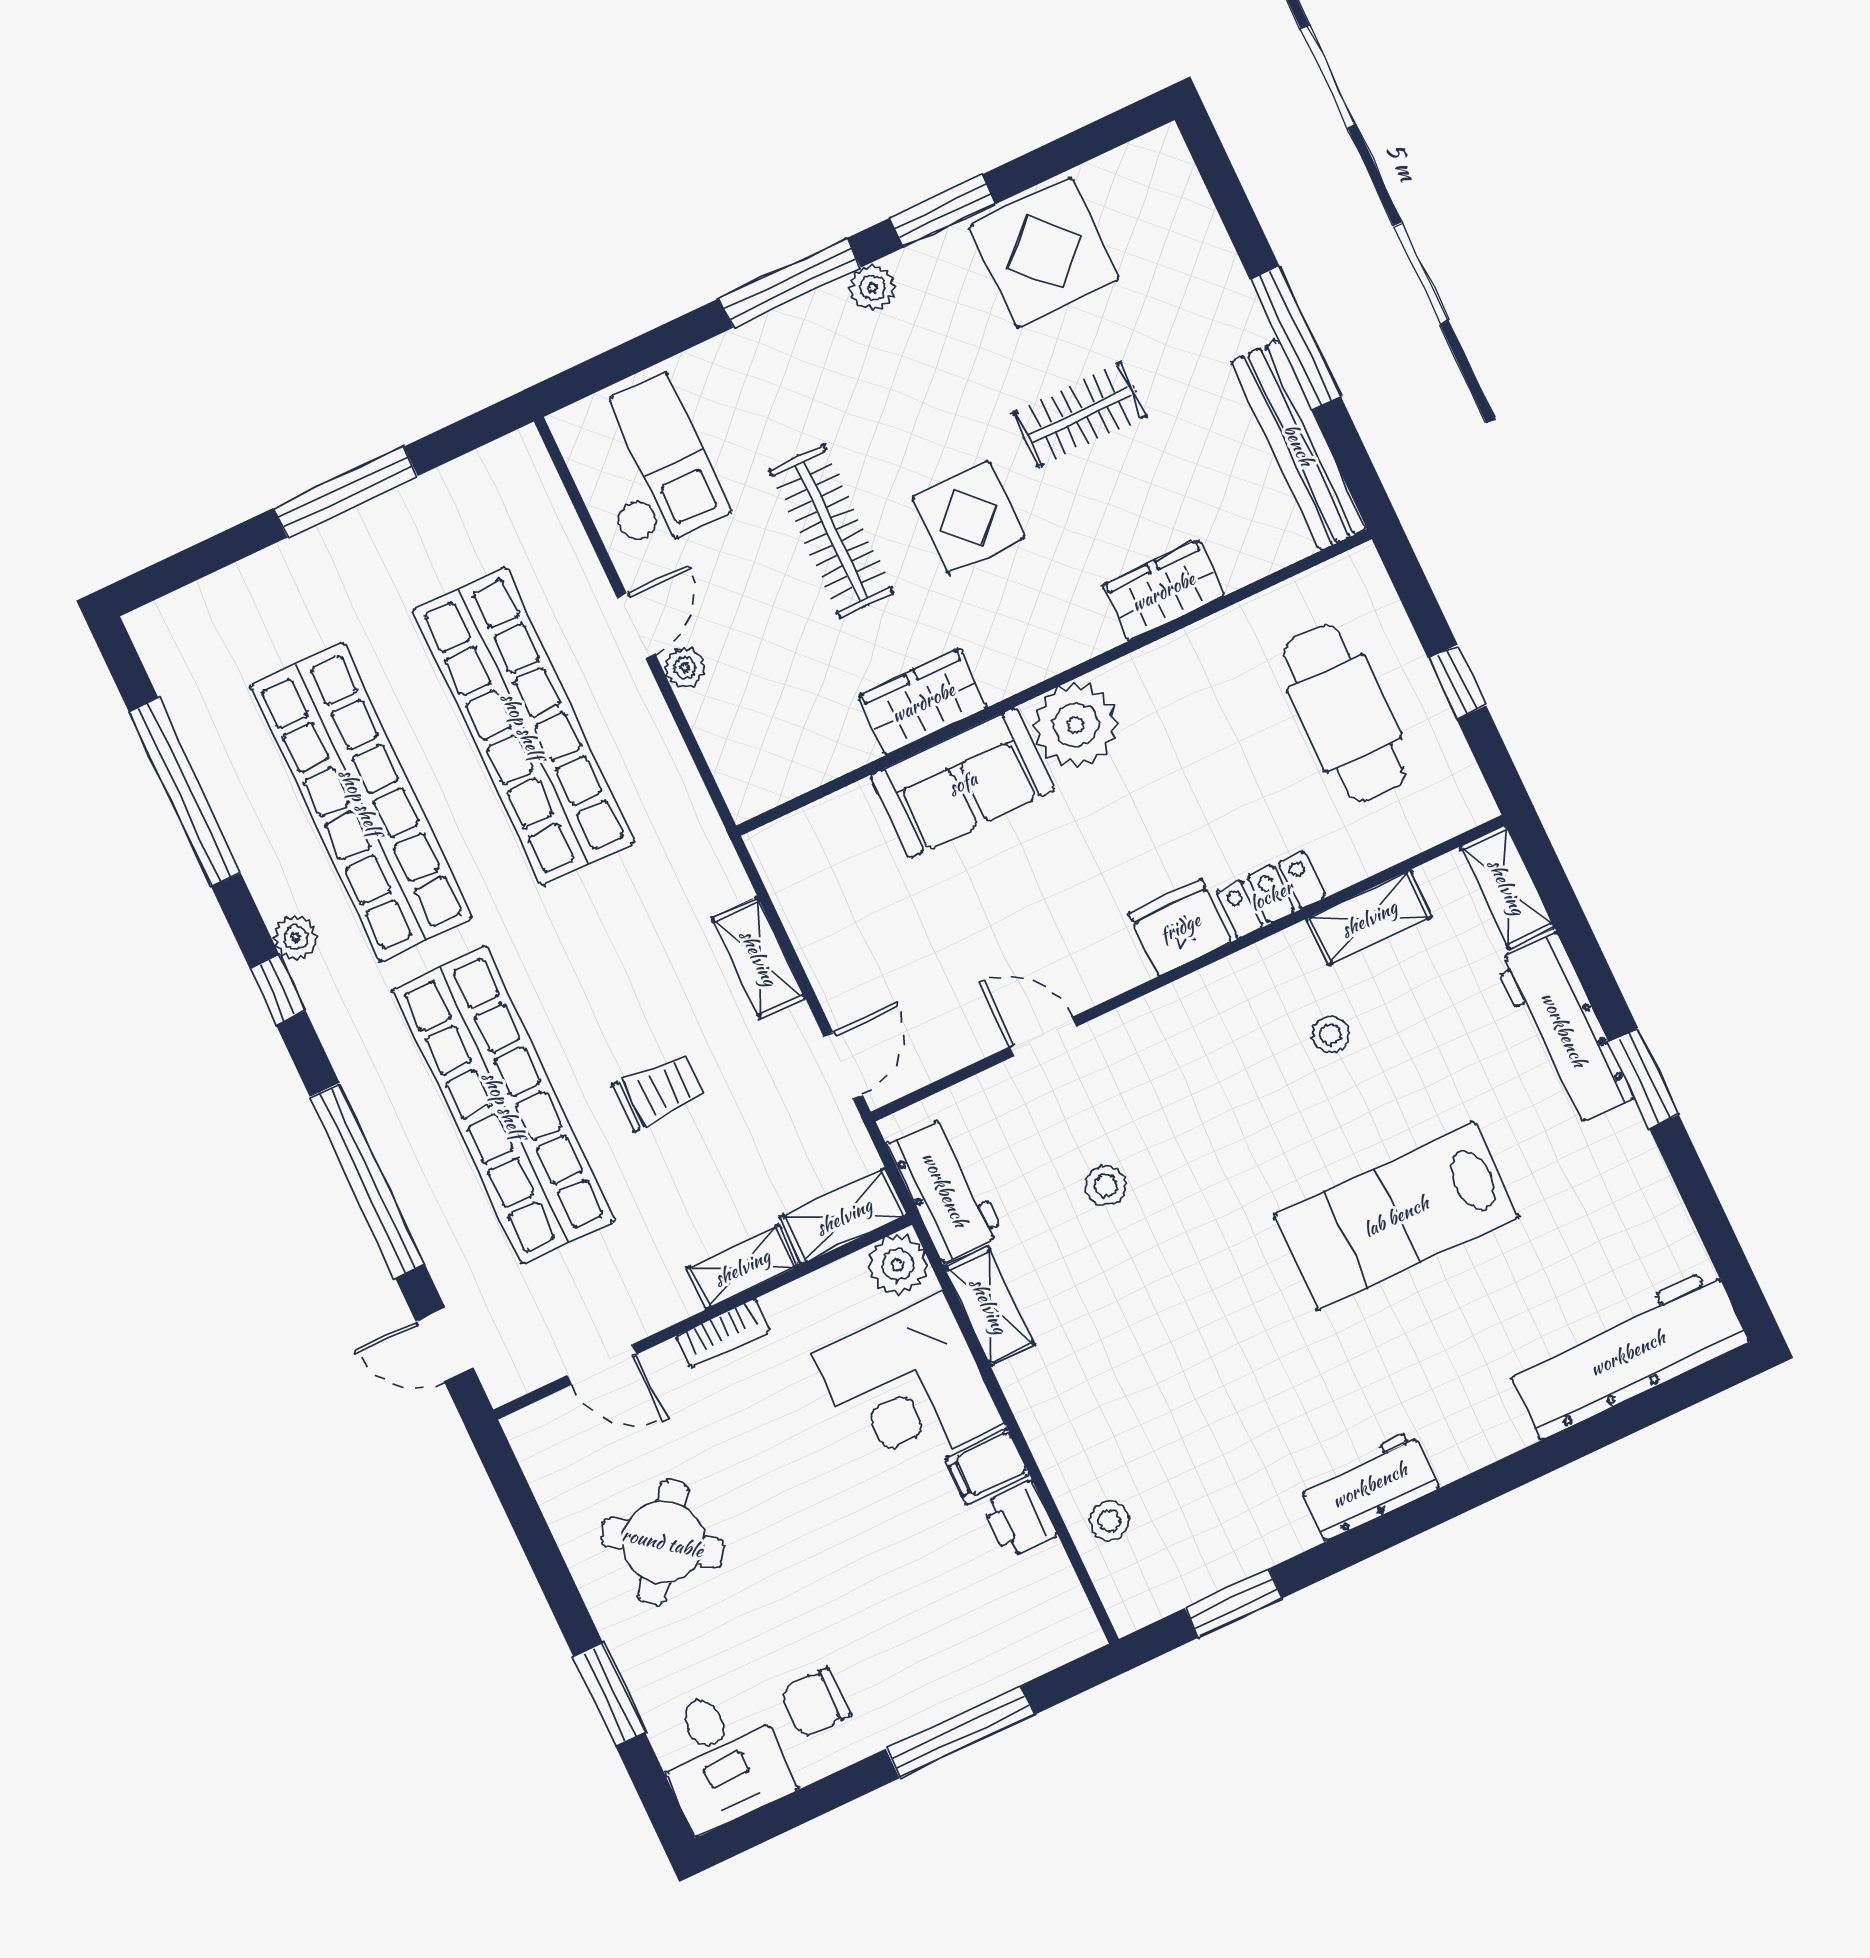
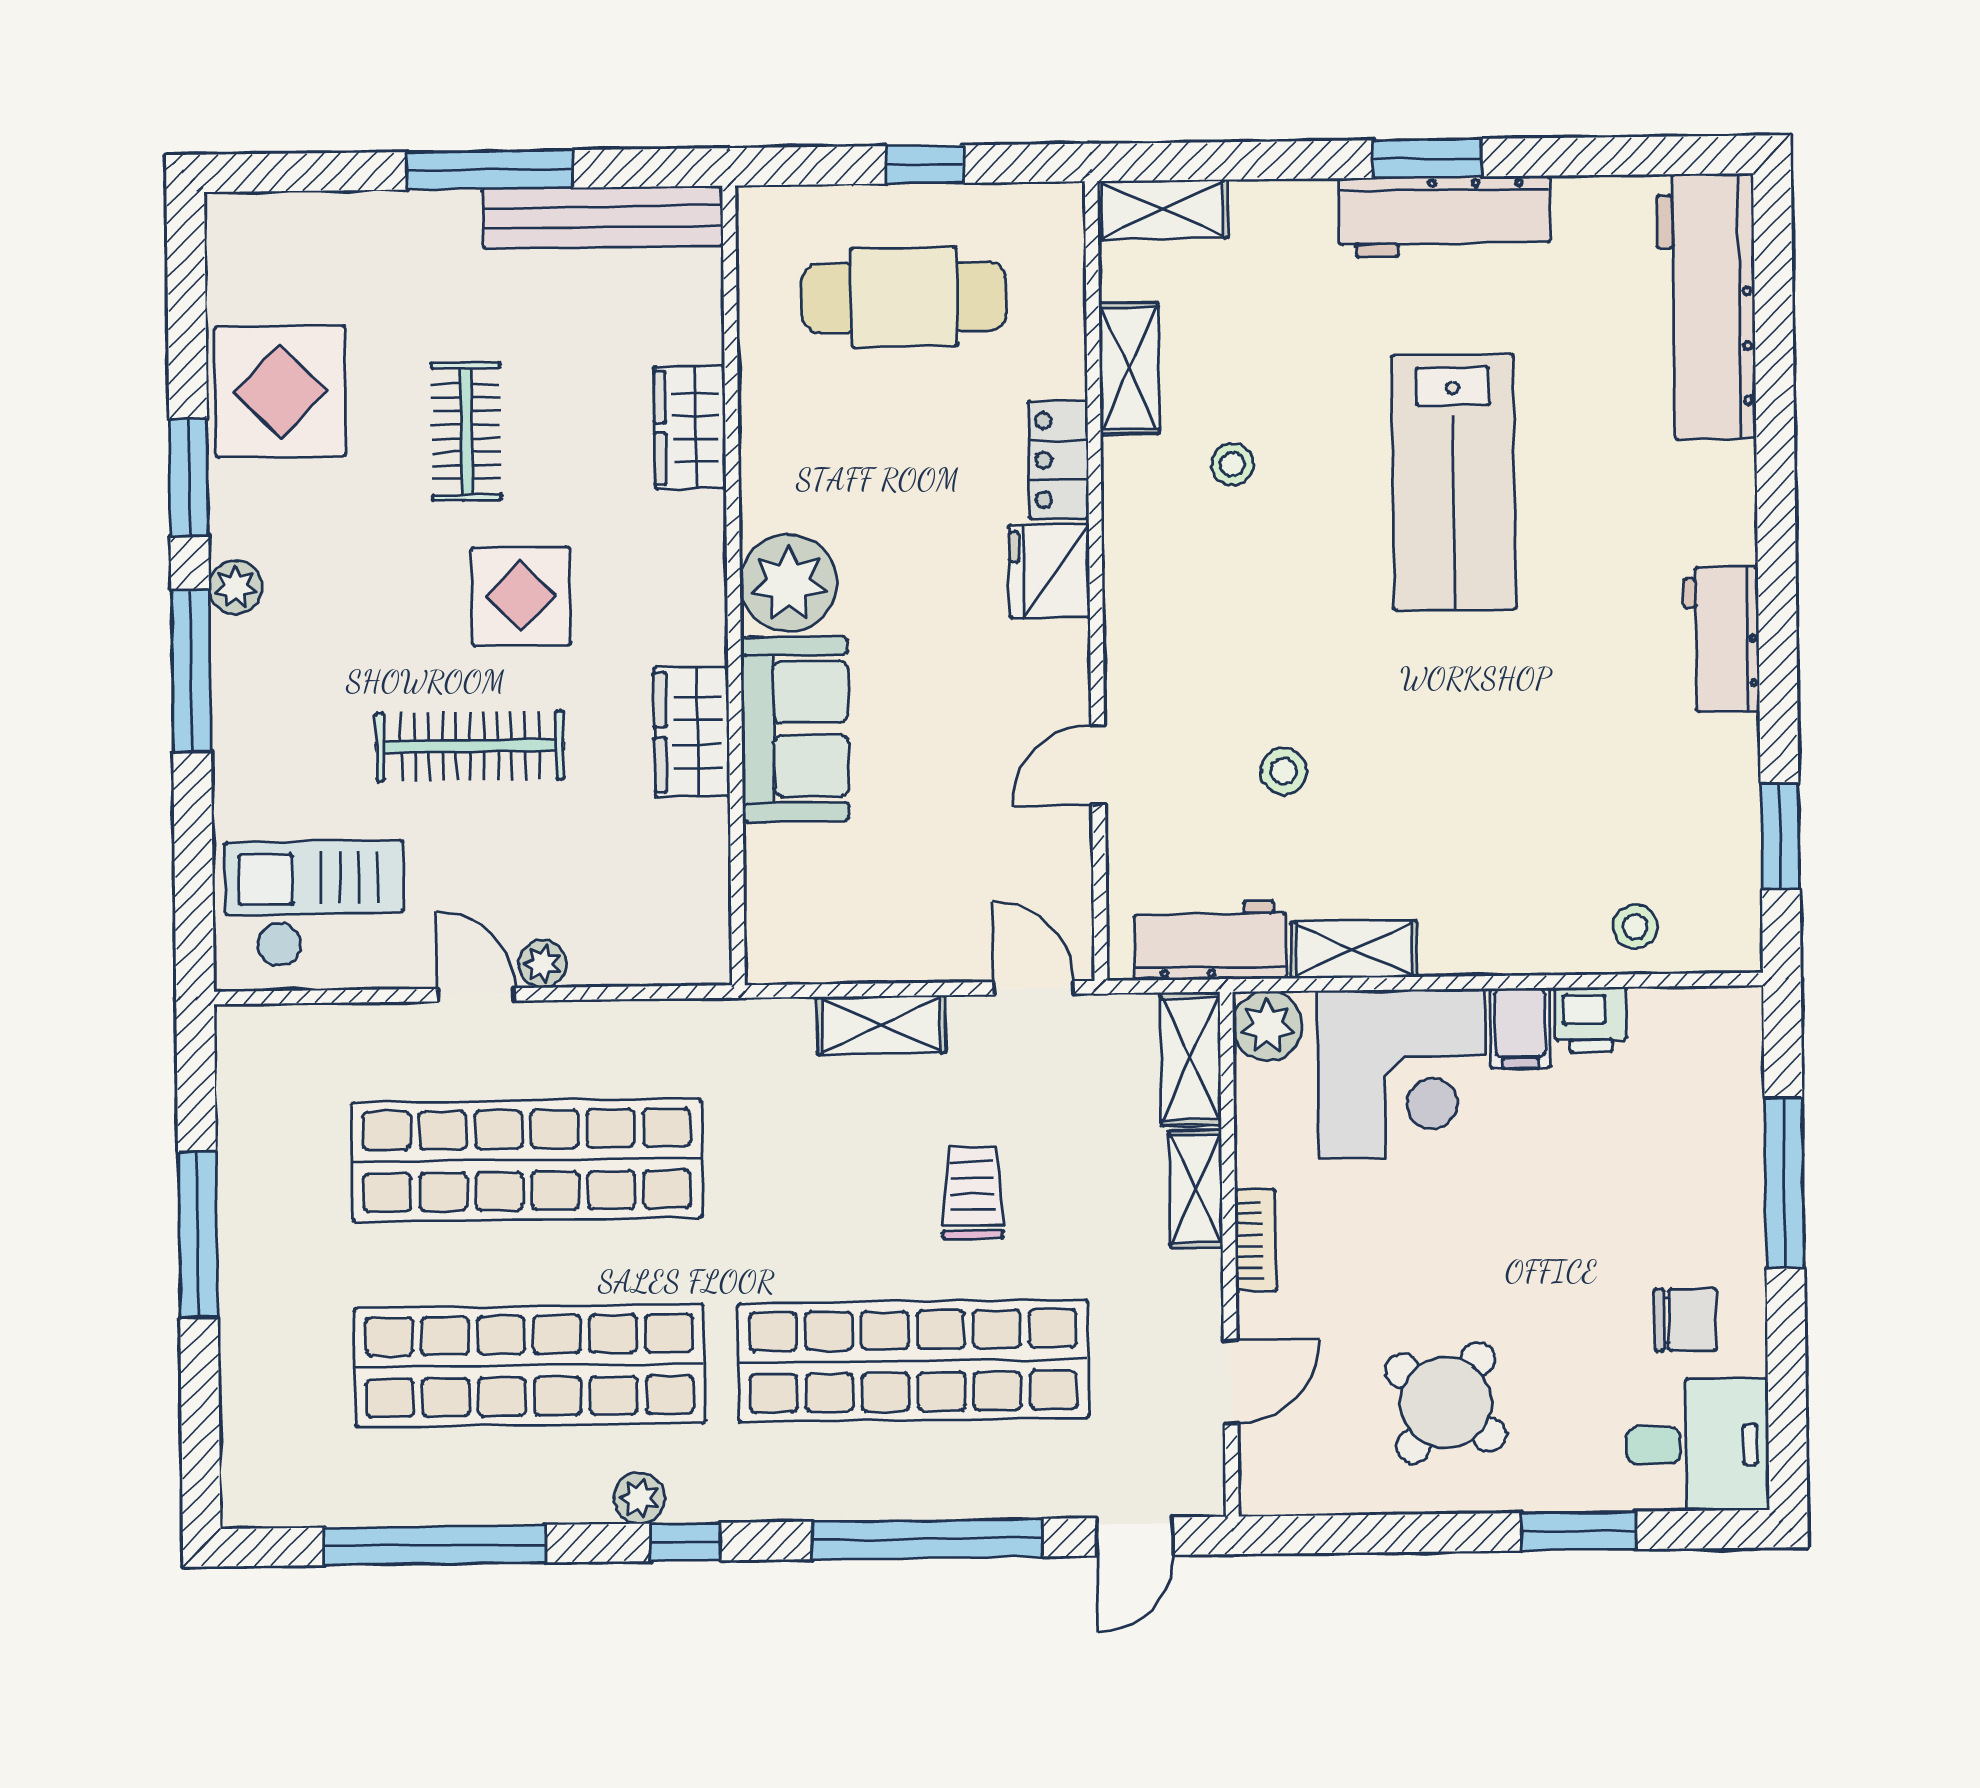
workbench: (1564, 1029) -> (1444, 217), moved
chair: (815, 1703) -> (1685, 1320), turned -90

